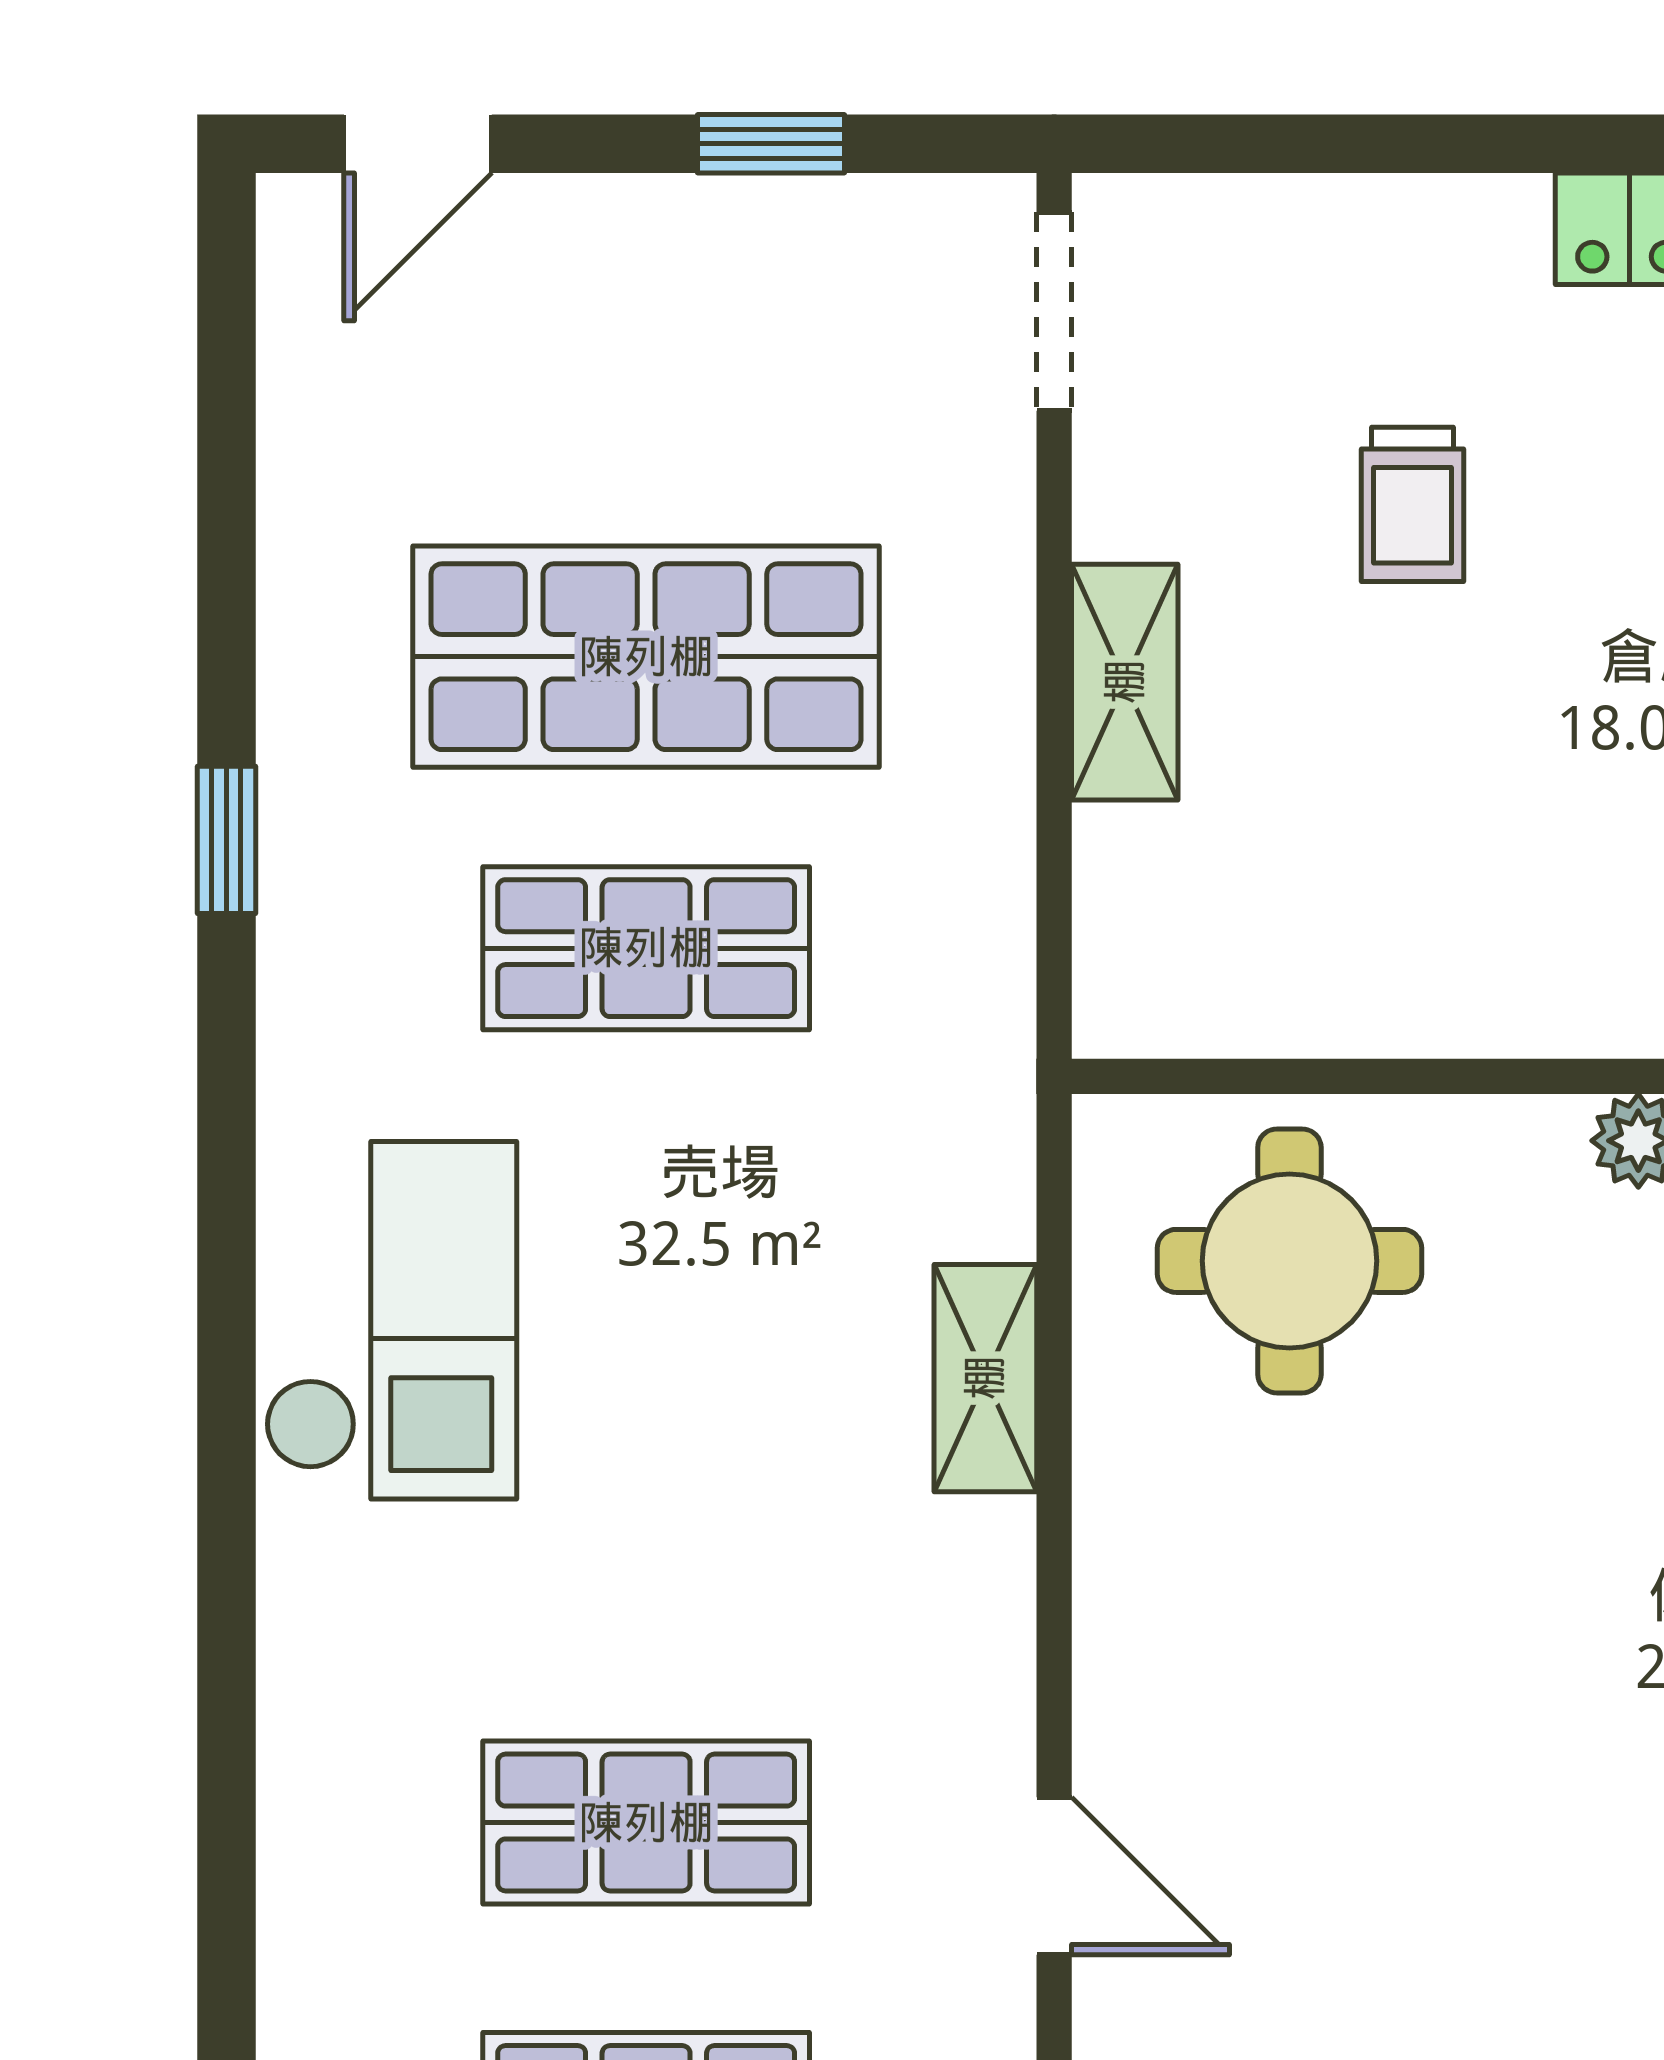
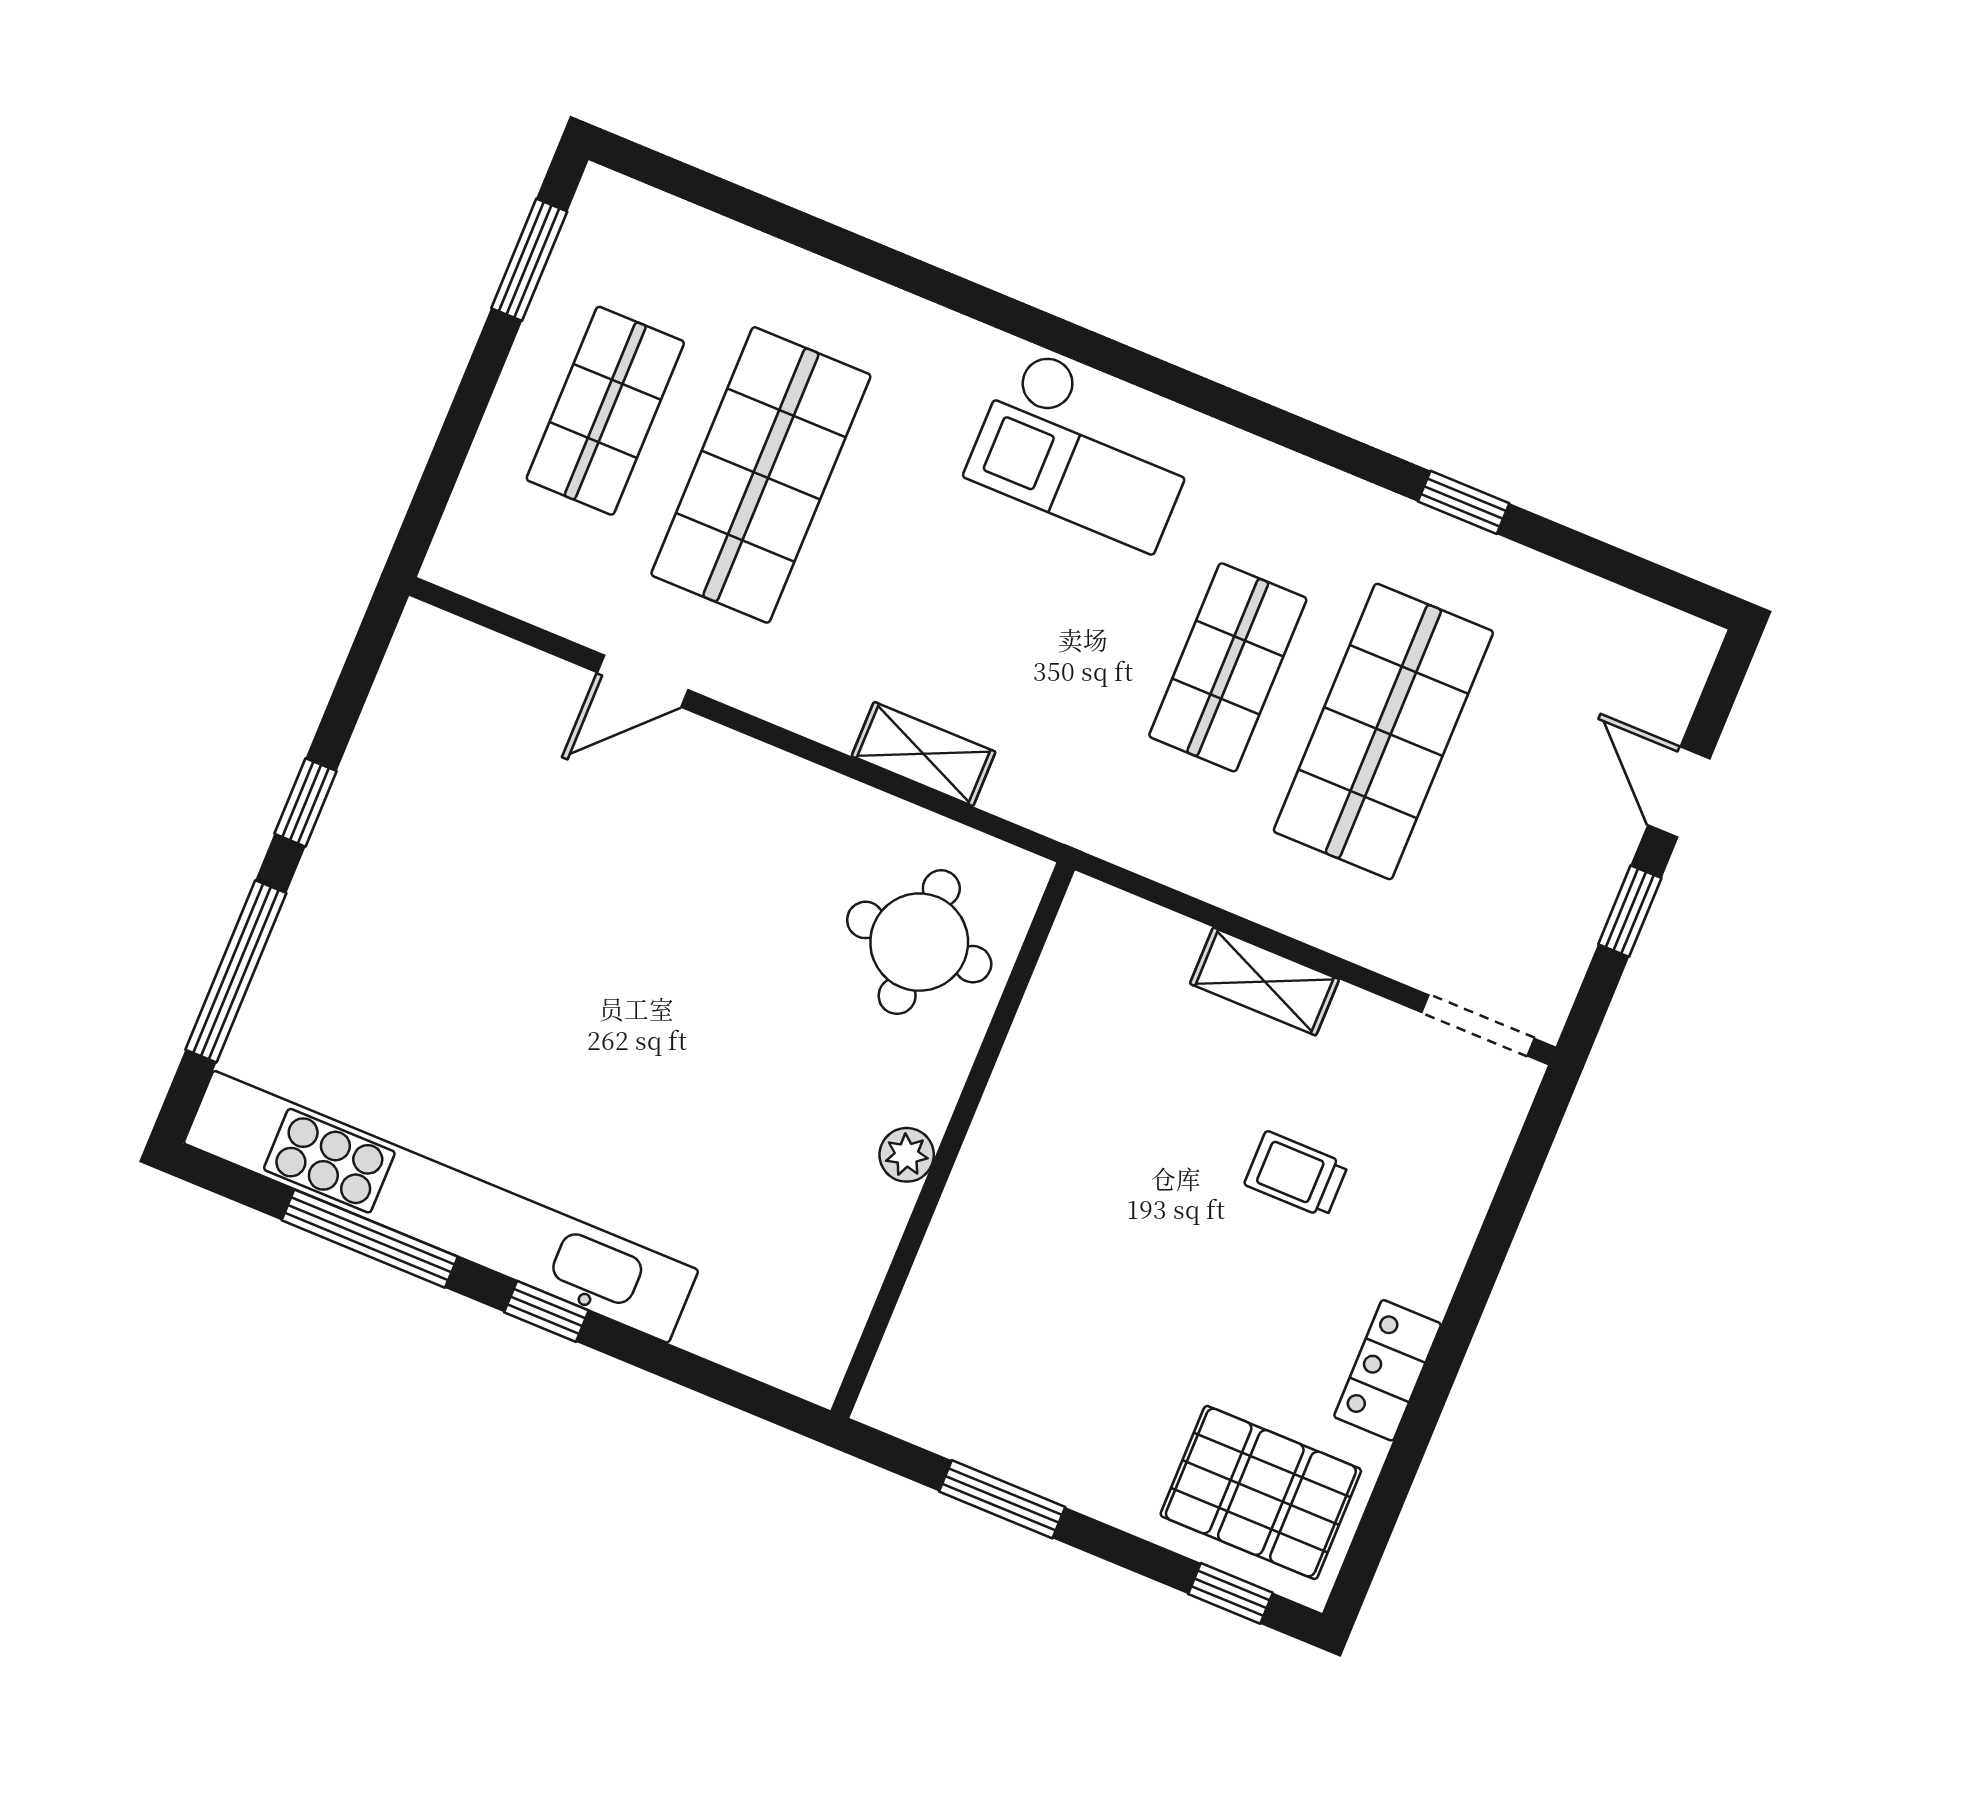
door: (418, 144) -> (1679, 792), moved
window: (226, 840) -> (1464, 502), moved
shop shelf: (646, 1823) -> (761, 475), width x1.43, depth x1.36

